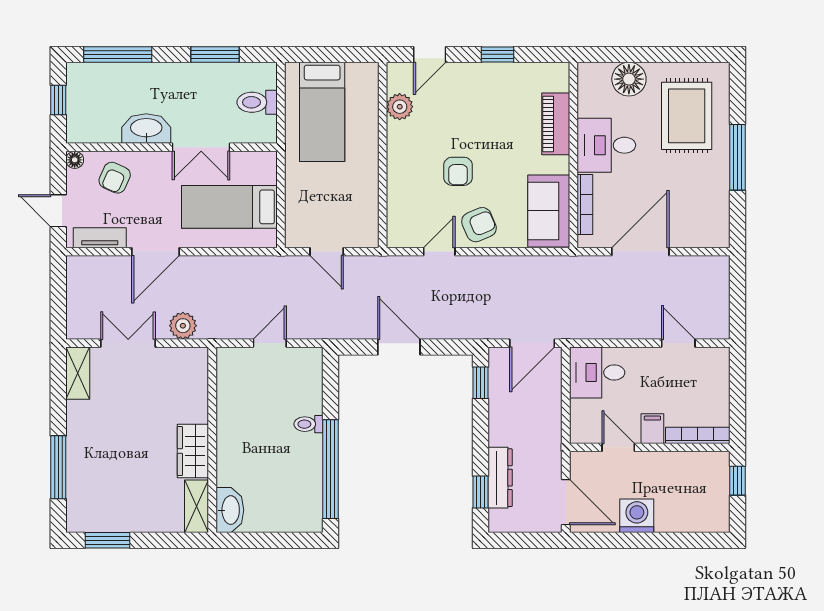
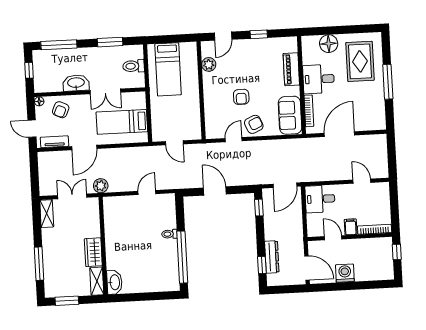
wall: (212, 440) -> (103, 246), moved
wardrobe: (193, 451) -> (93, 252), moved
shelving: (197, 506) -> (97, 281), moved
washbasin: (230, 510) -> (114, 282), moved

